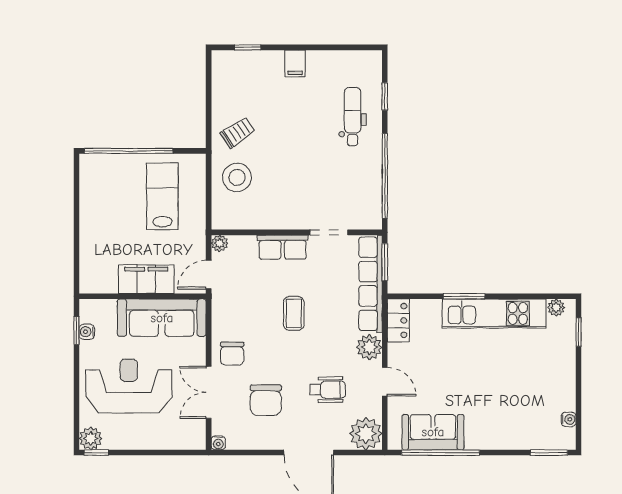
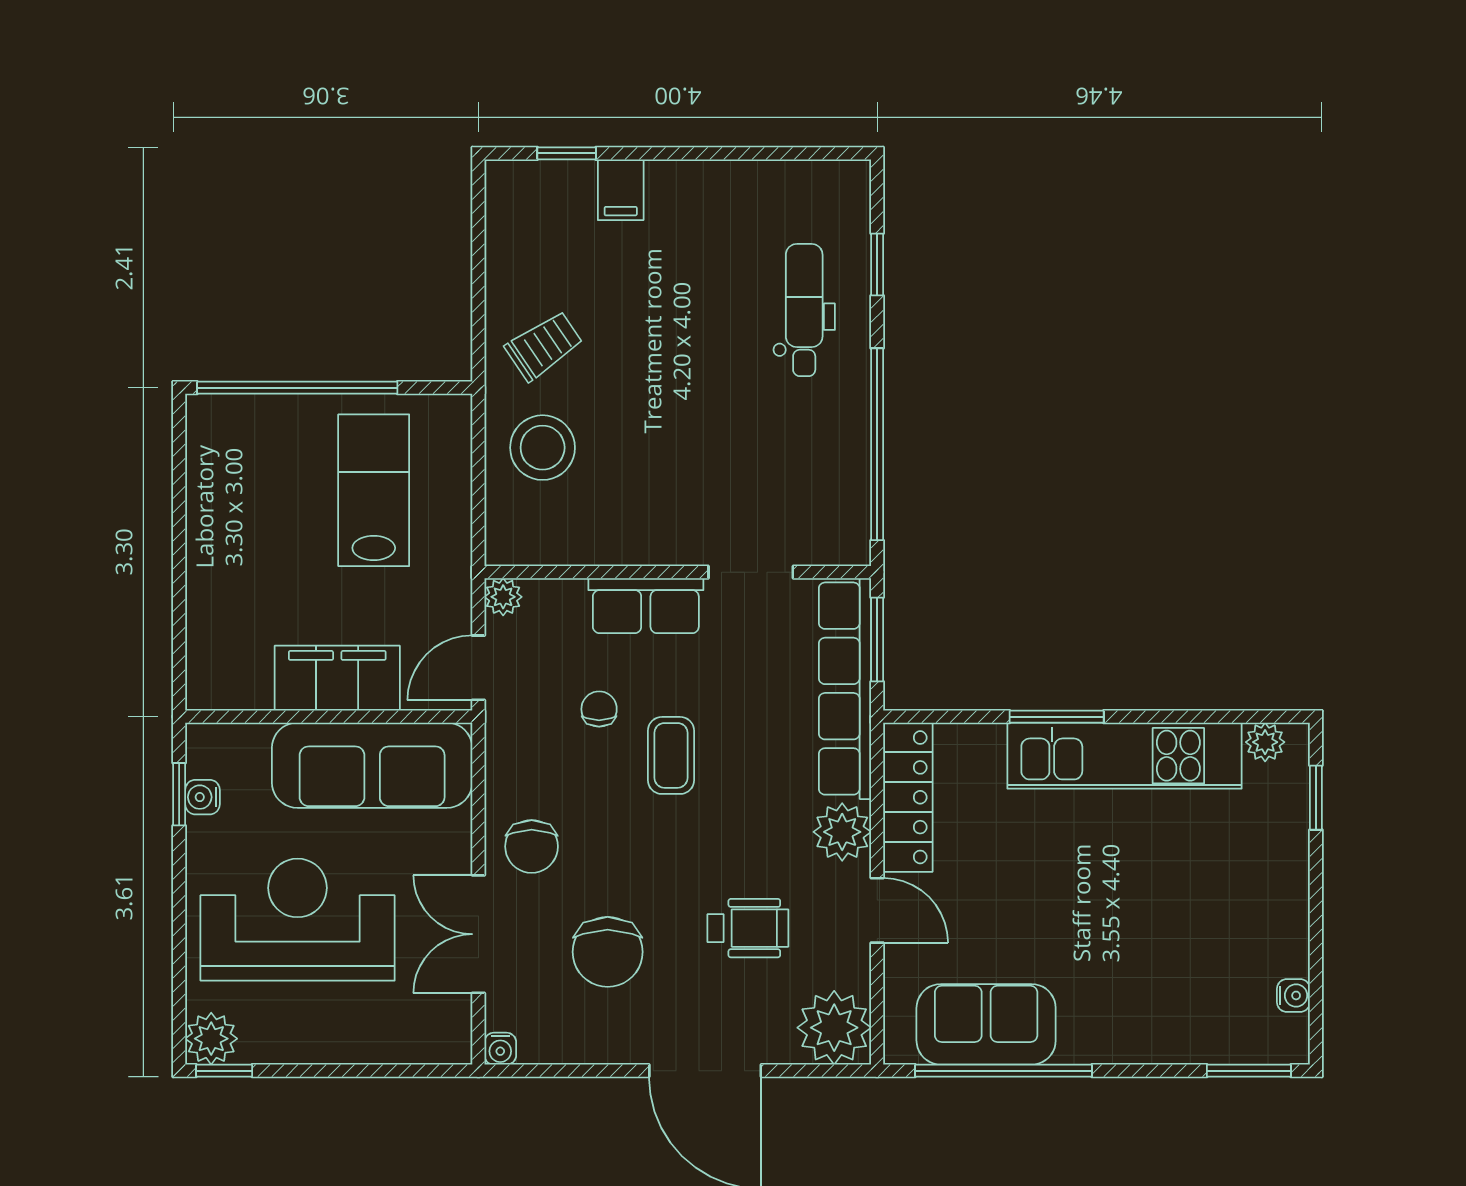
filing cabinet: (295, 63) -> (621, 190), moved
chair: (262, 293) -> (599, 709), added
locker: (398, 320) -> (908, 797), width x1.53

